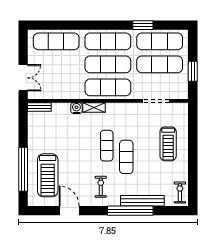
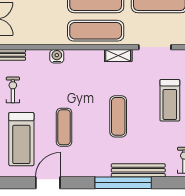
shelving: (94, 107) -> (118, 55), moved
exercise mat: (107, 146) -> (64, 127), moved
exercise bike: (101, 187) -> (13, 90), moved
door: (69, 211) -> (48, 183), hinge flipped

